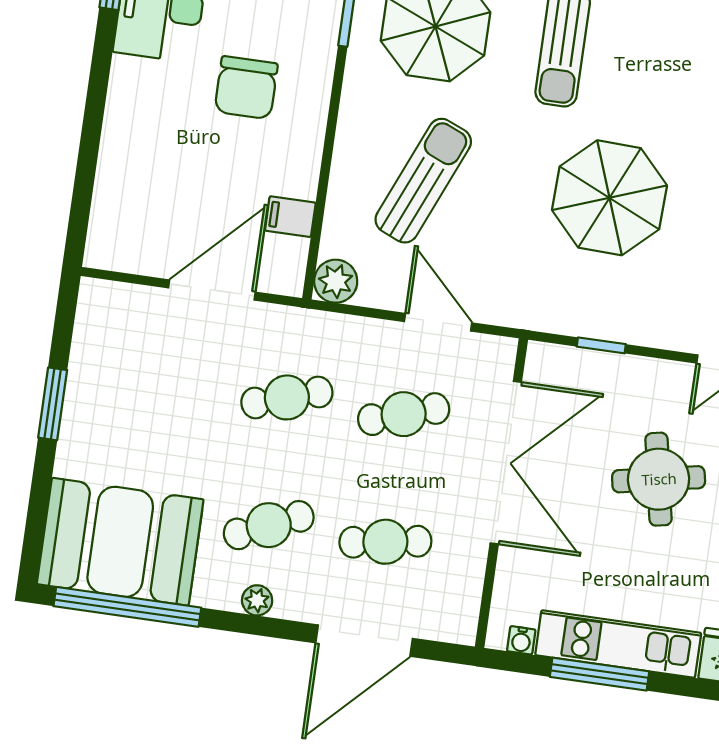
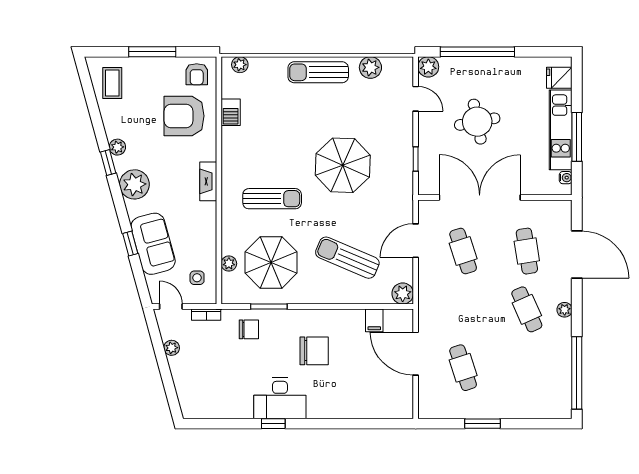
cafe table: (287, 397) -> (463, 368), moved
booth: (120, 542) -> (545, 381), removed

